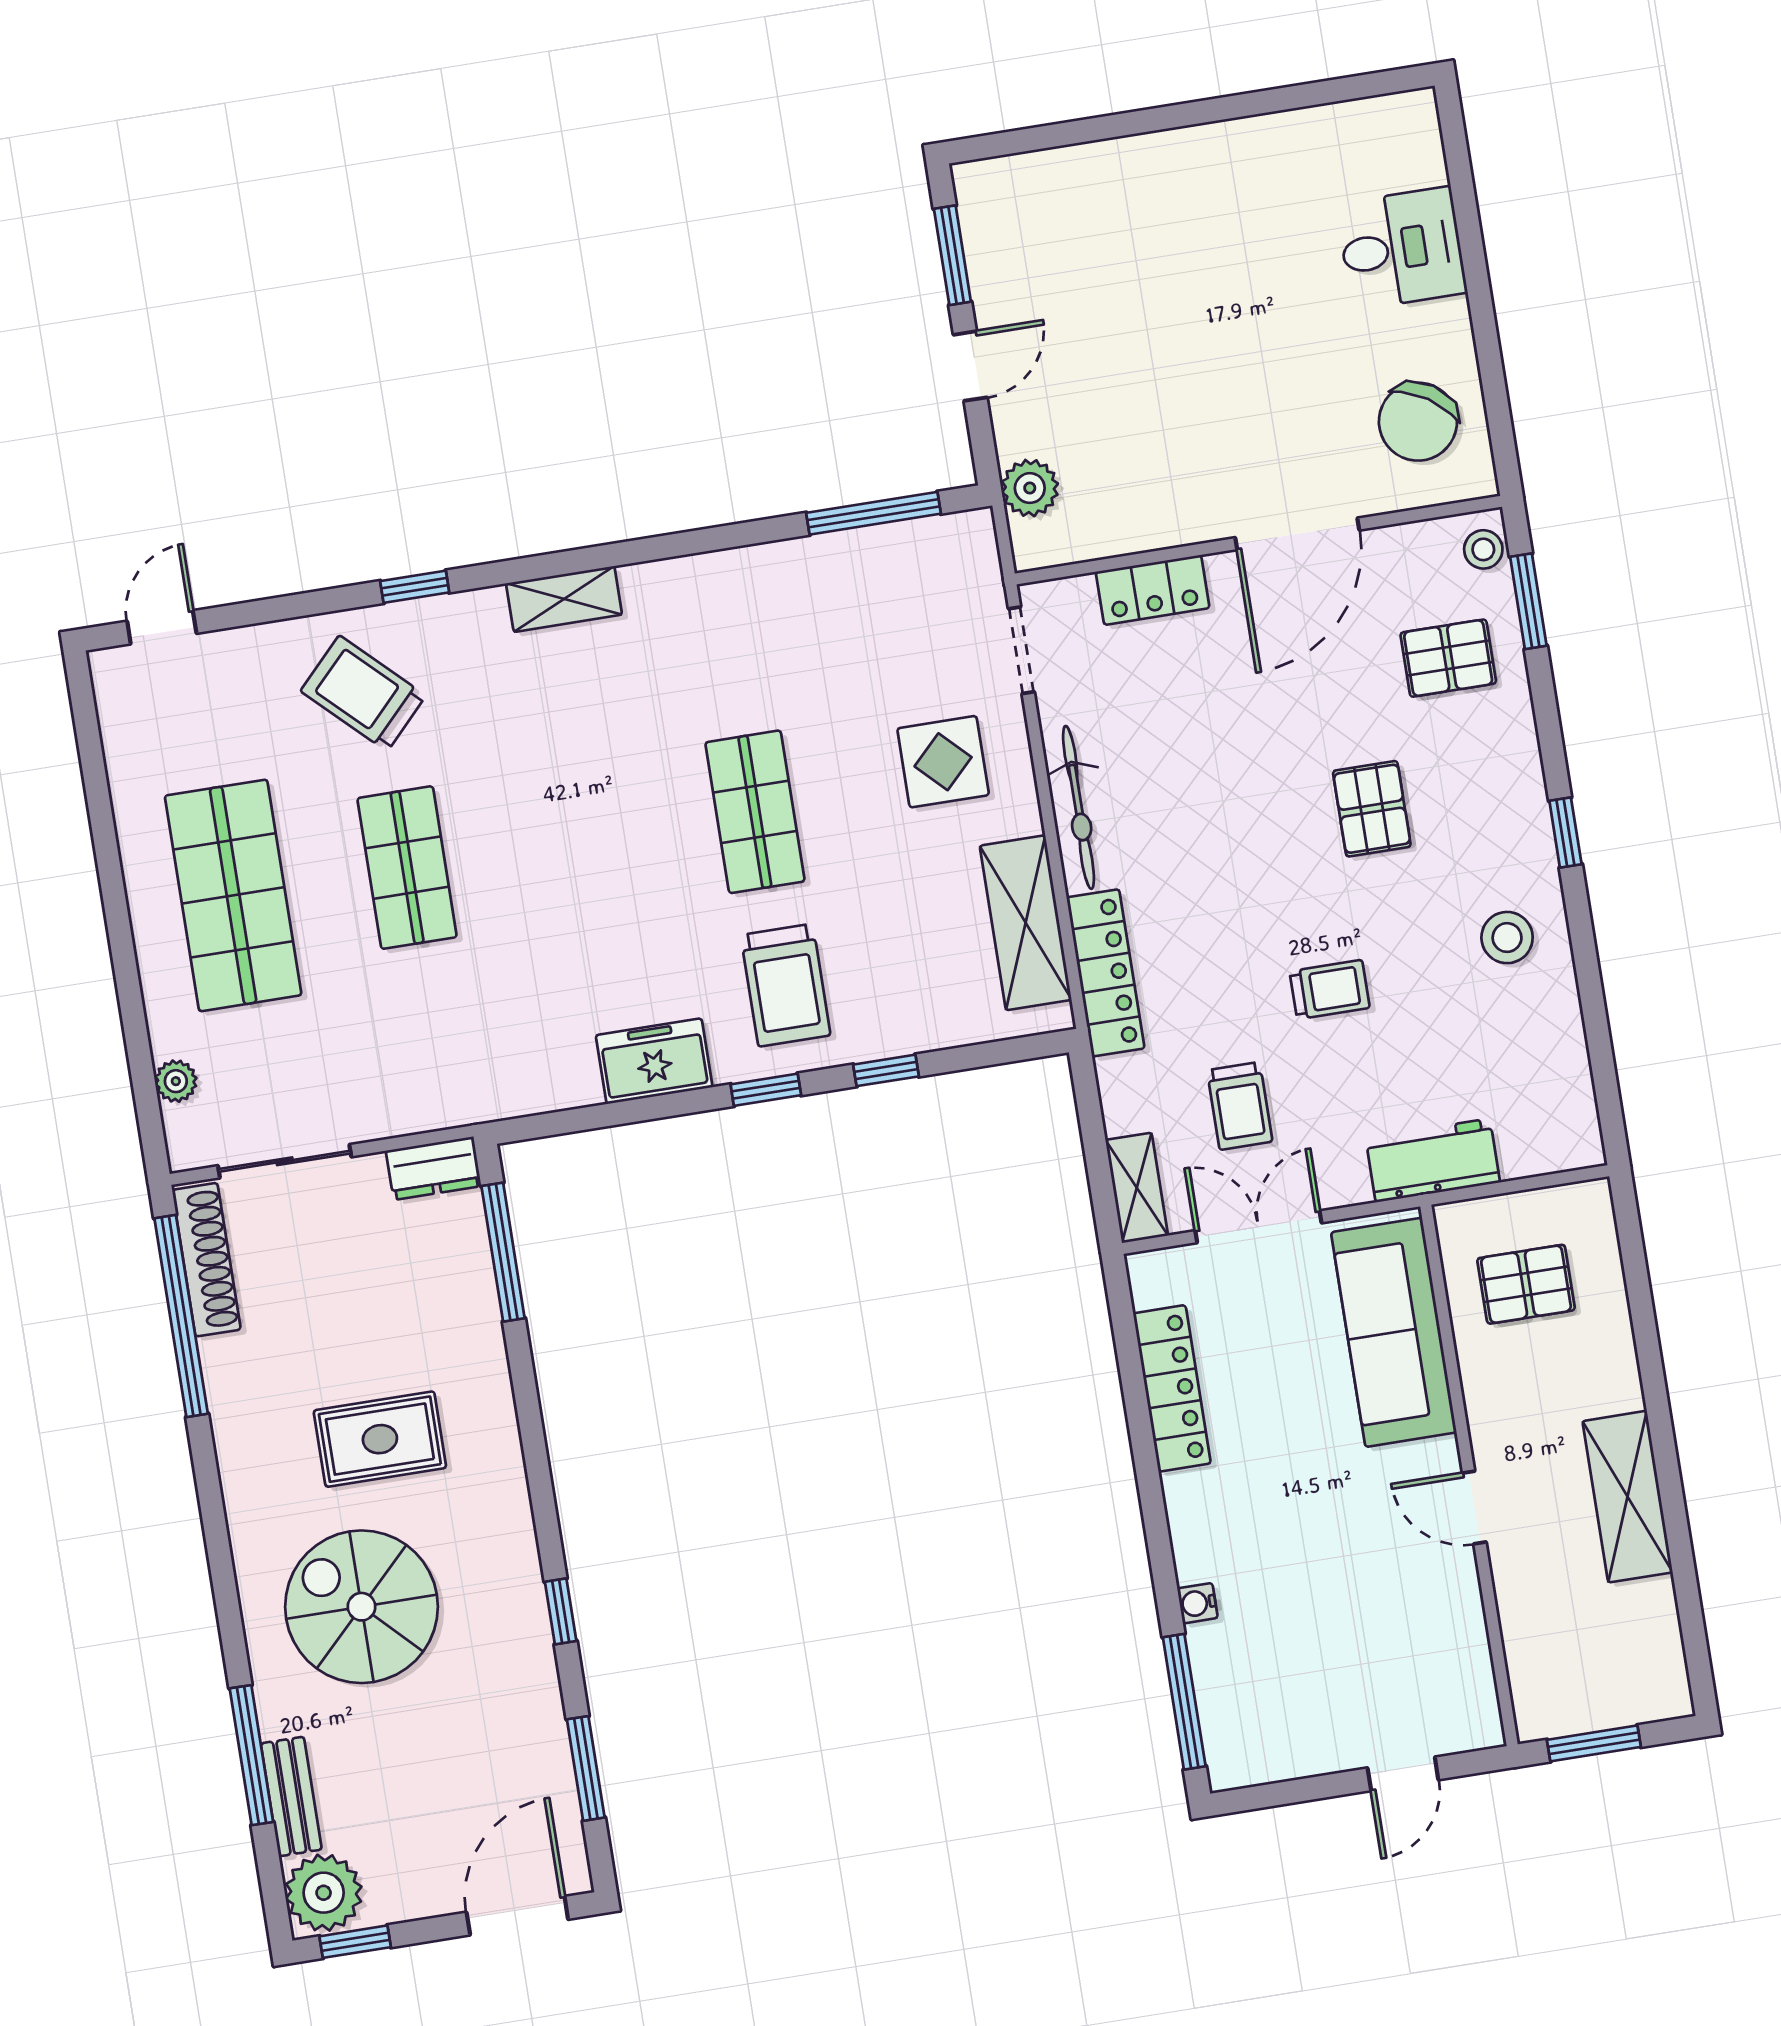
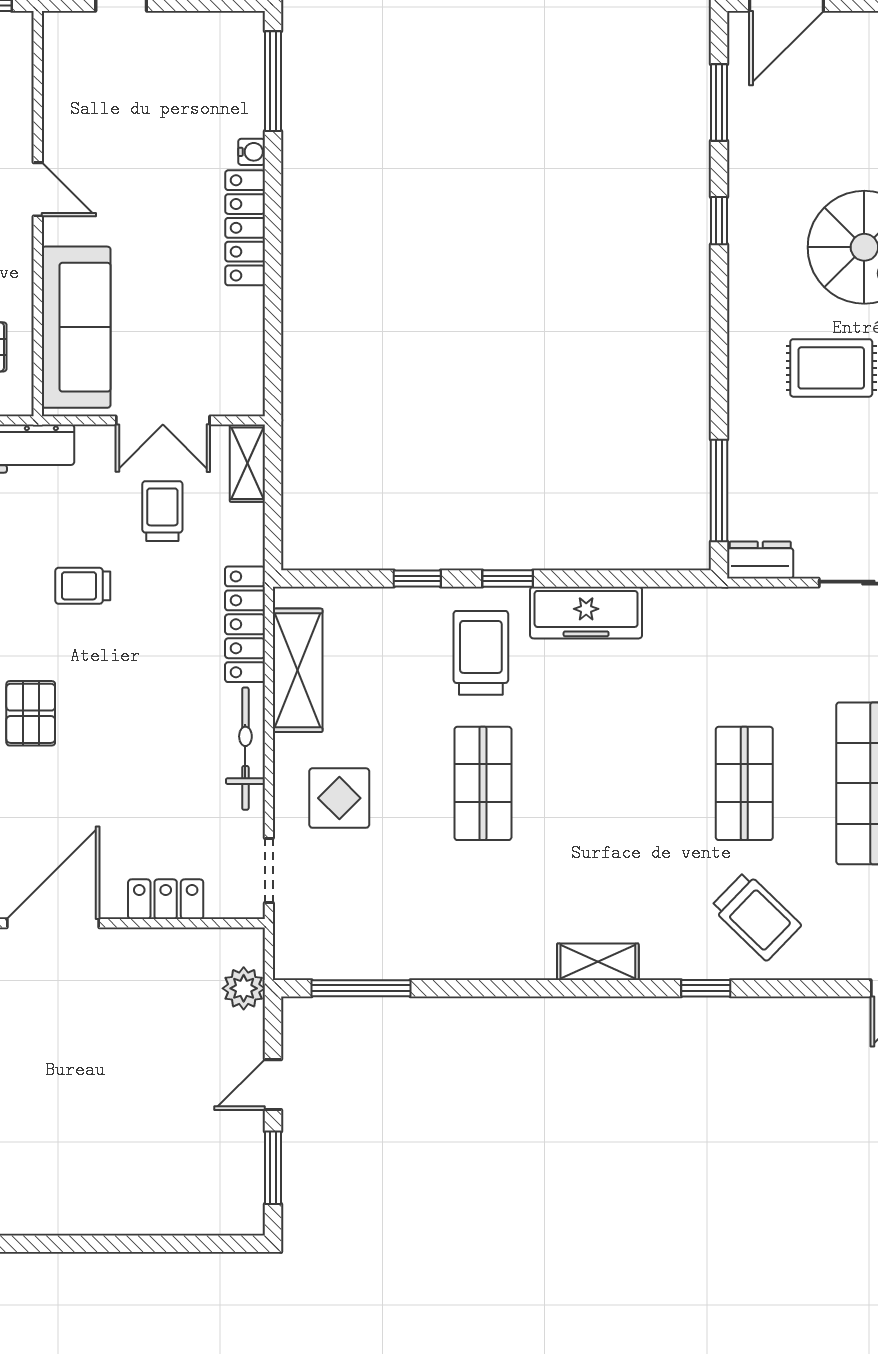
freezer: (654, 1061) -> (586, 613), width x1.40
locker: (1172, 1388) -> (245, 228), moved

